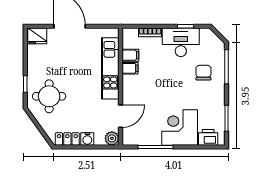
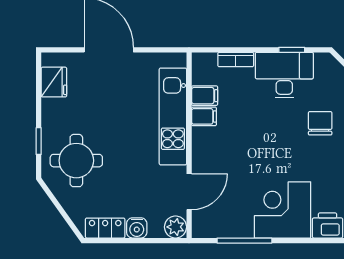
fridge: (37, 36) -> (54, 82), moved, turned -90

